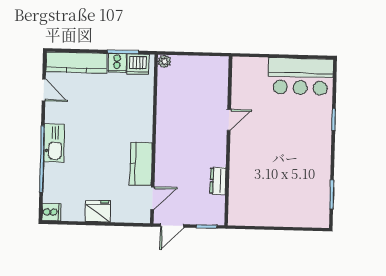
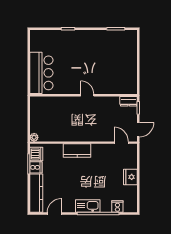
bar counter: (301, 76) -> (41, 73), moved
door: (229, 120) -> (87, 95), moved
kitchen counter: (141, 164) -> (77, 150), moved
dresser: (218, 181) -> (129, 101), moved
cooker: (51, 212) -> (117, 207), moved
door: (172, 226) -> (138, 130), hinge flipped

